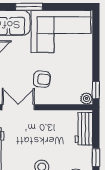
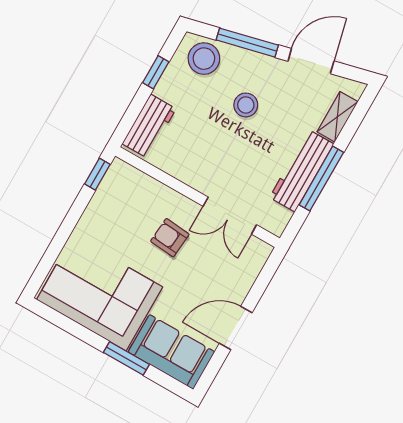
plant: (86, 99) -> (119, 170), removed

